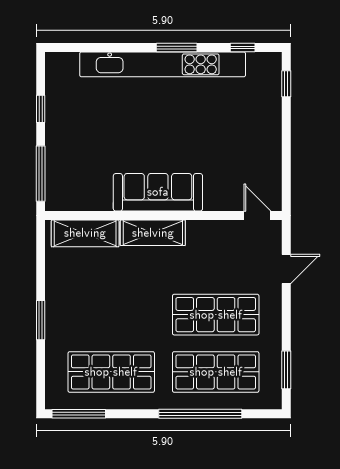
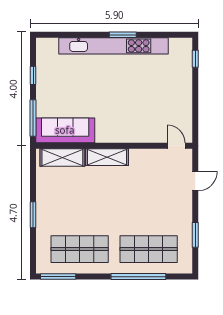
window: (243, 47) -> (166, 35), removed
sofa: (158, 192) -> (65, 130), moved
shop shelf: (216, 315) -> (149, 211), removed
window: (286, 370) -> (195, 235), moved

